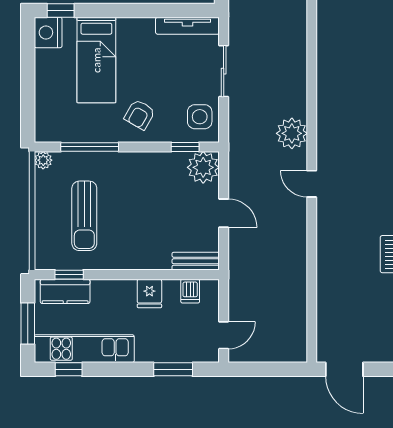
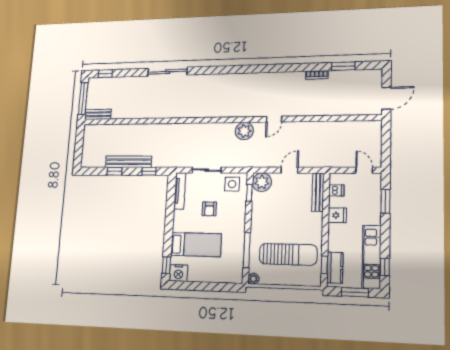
armchair: (140, 115) -> (209, 209), moved, turned 60
sun lounger: (84, 216) -> (288, 254), width x1.36, depth x1.34
bench: (196, 261) -> (318, 192), width x1.36

